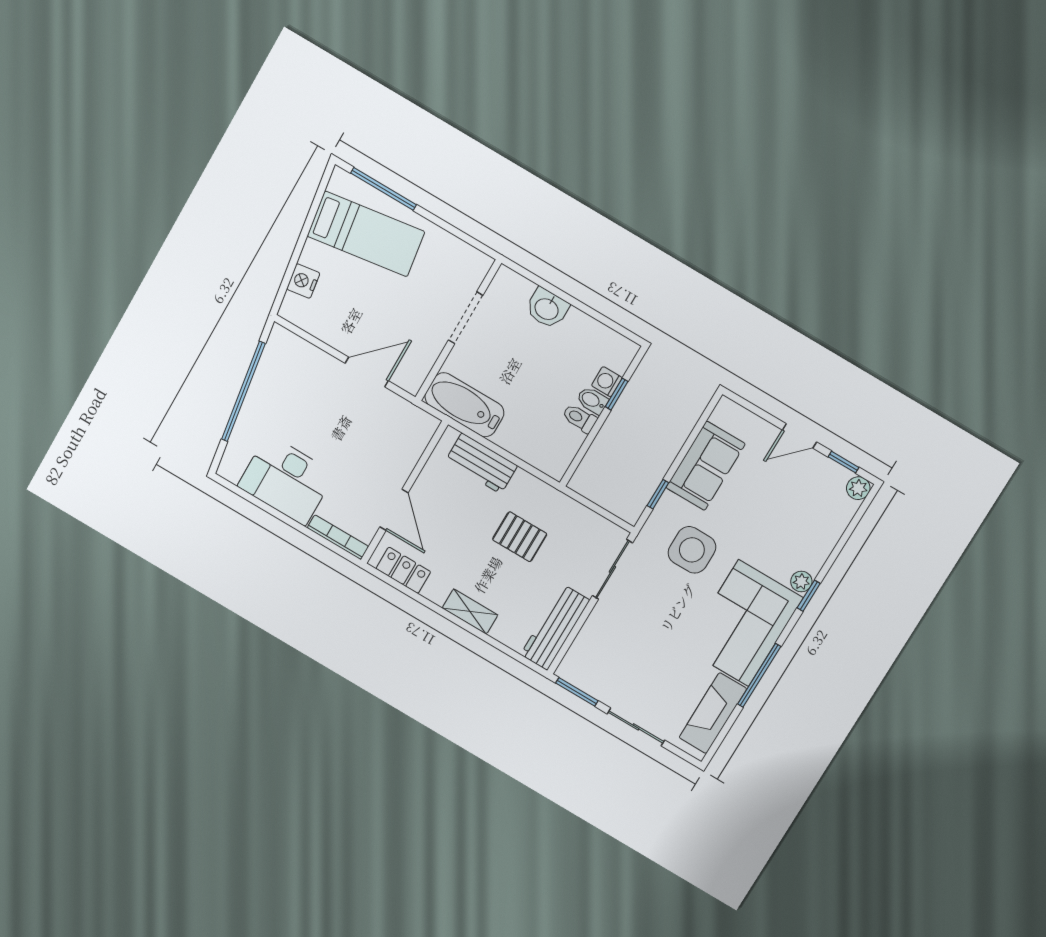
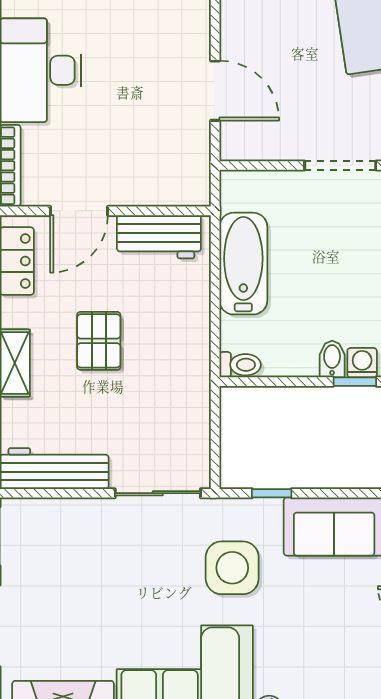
bathtub: (464, 405) -> (243, 264), moved
toilet: (580, 418) -> (240, 365), moved, turned 90
workbench: (481, 463) -> (159, 237), moved, turned -90
pallet: (520, 537) -> (99, 341), moved

